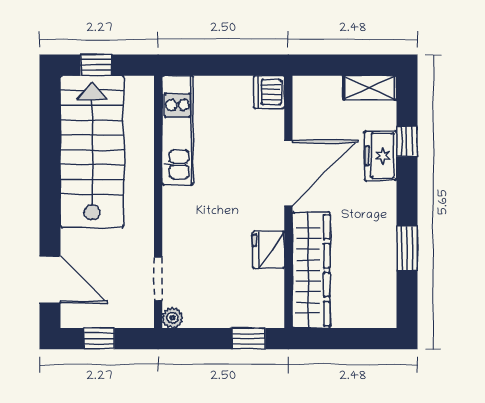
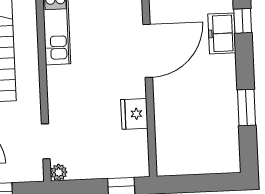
wardrobe: (311, 270) -> (170, 129), removed

